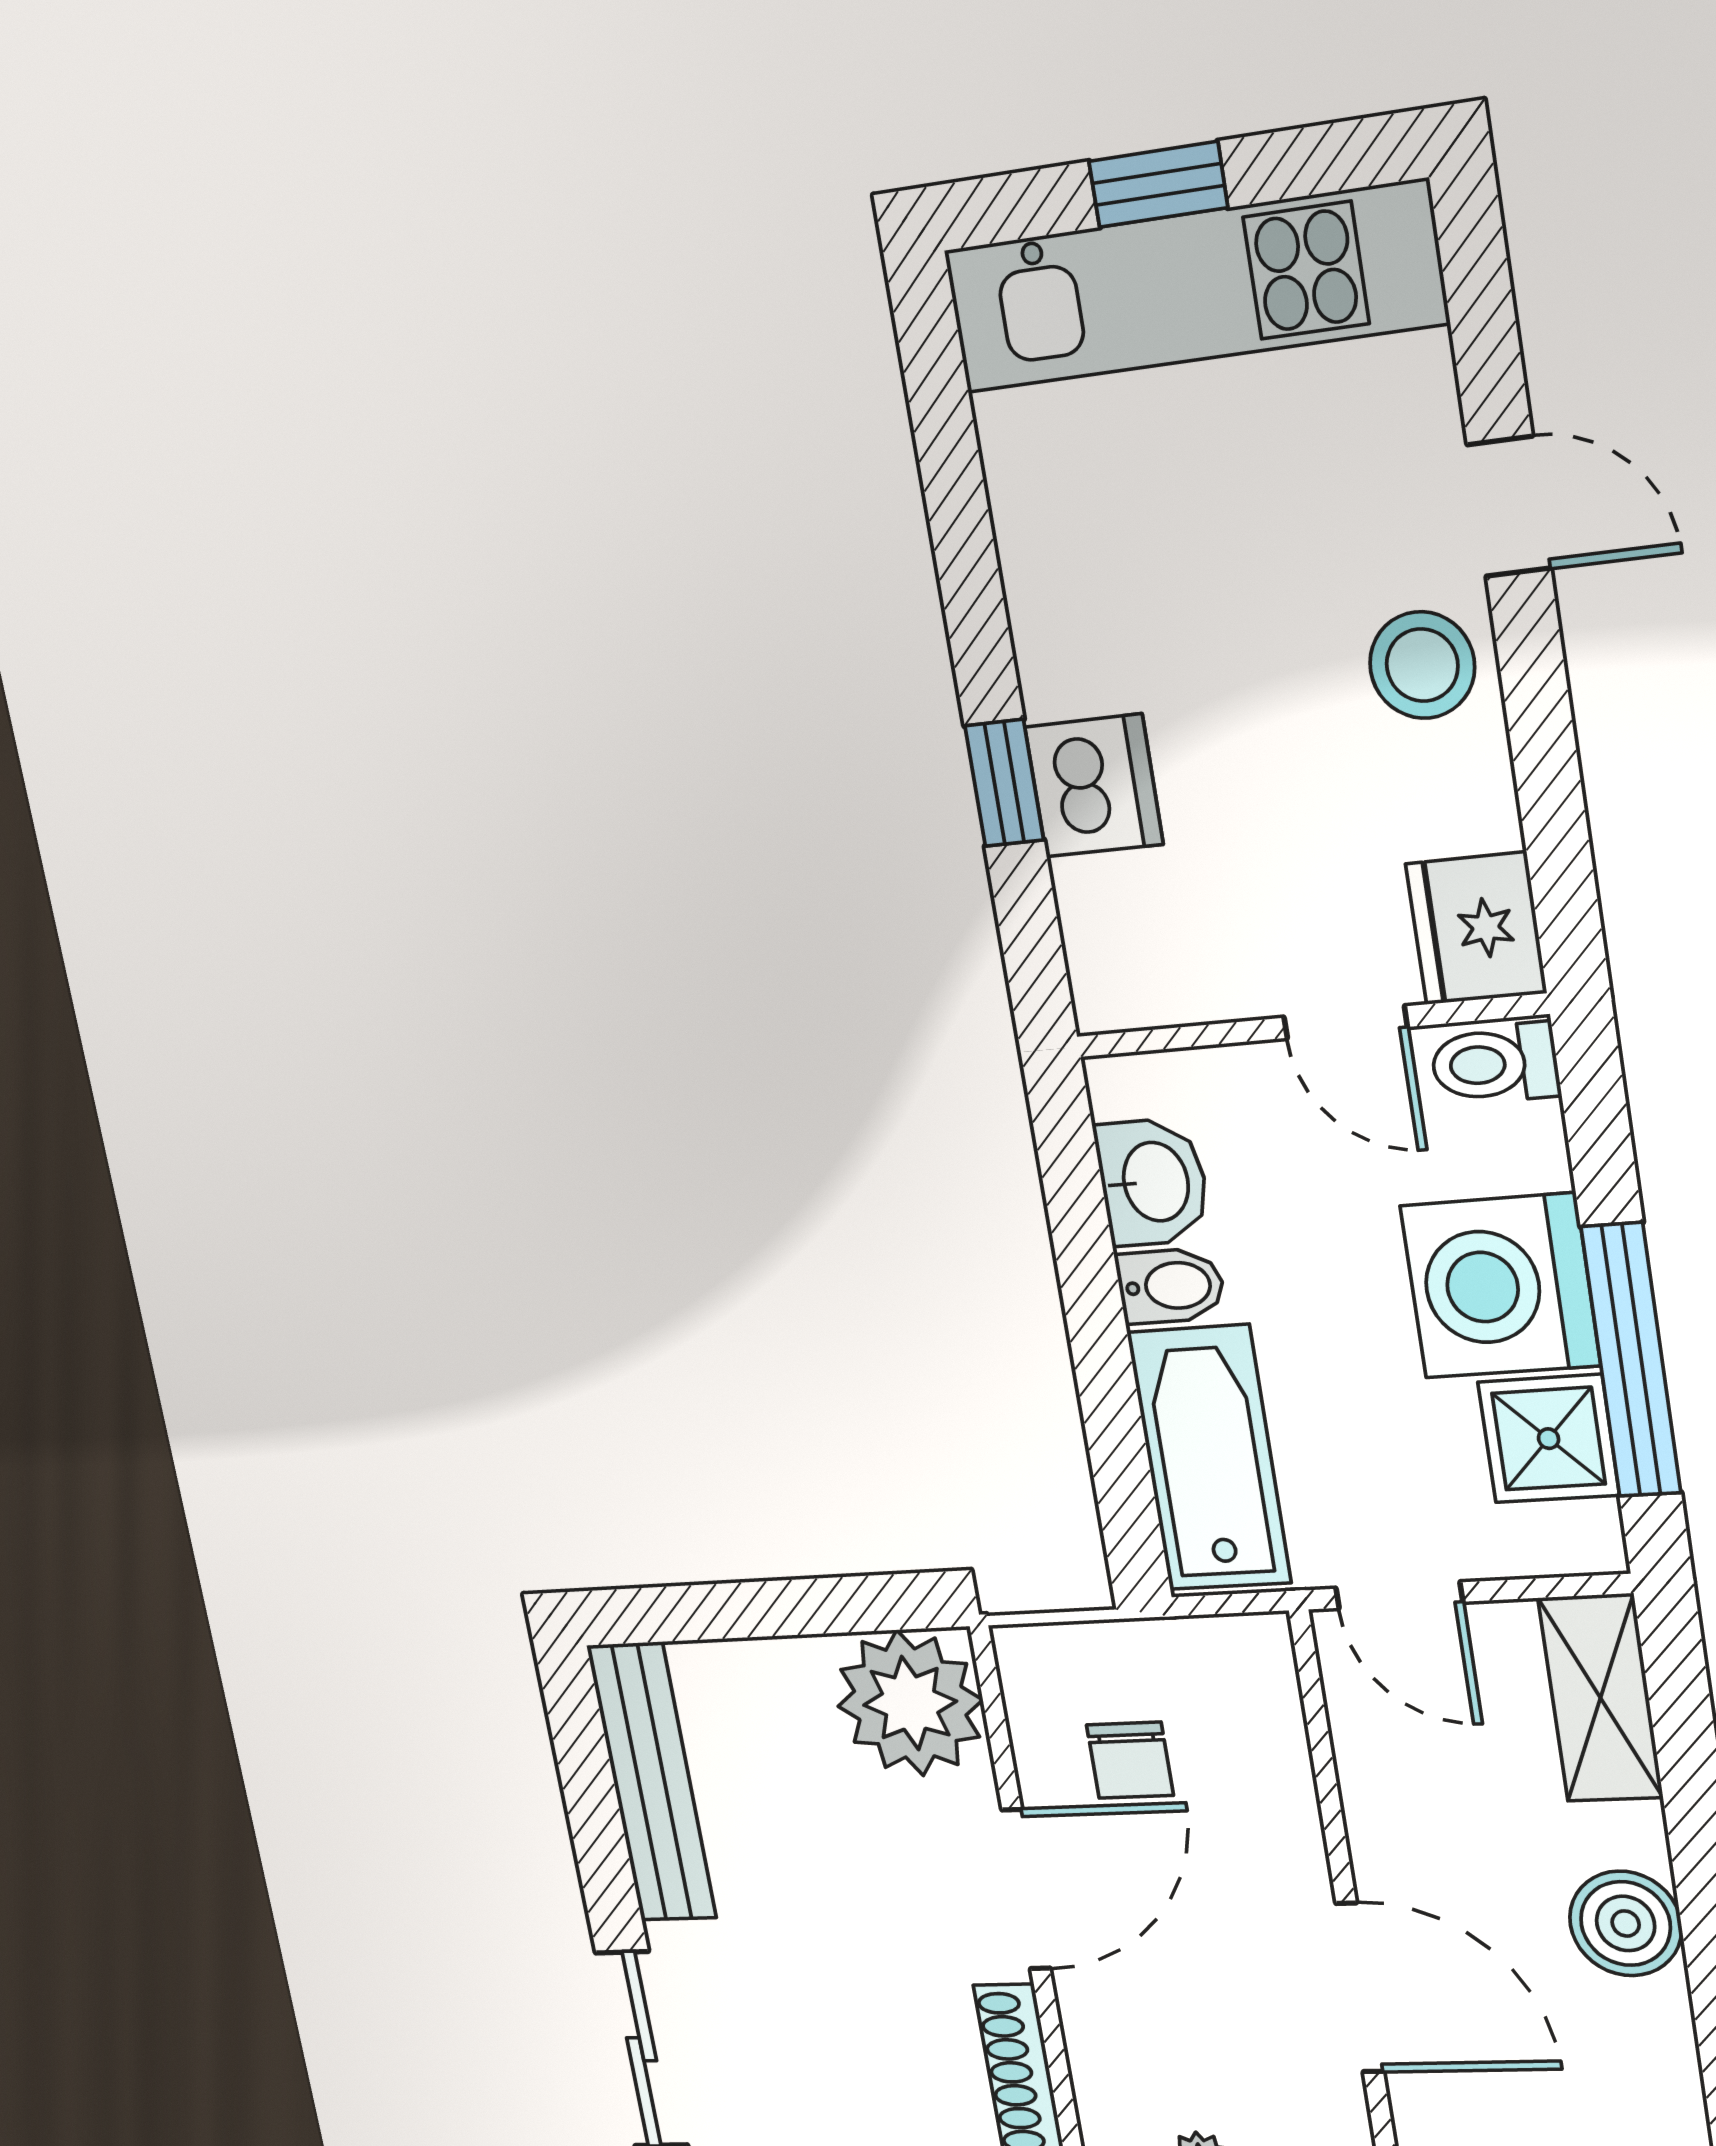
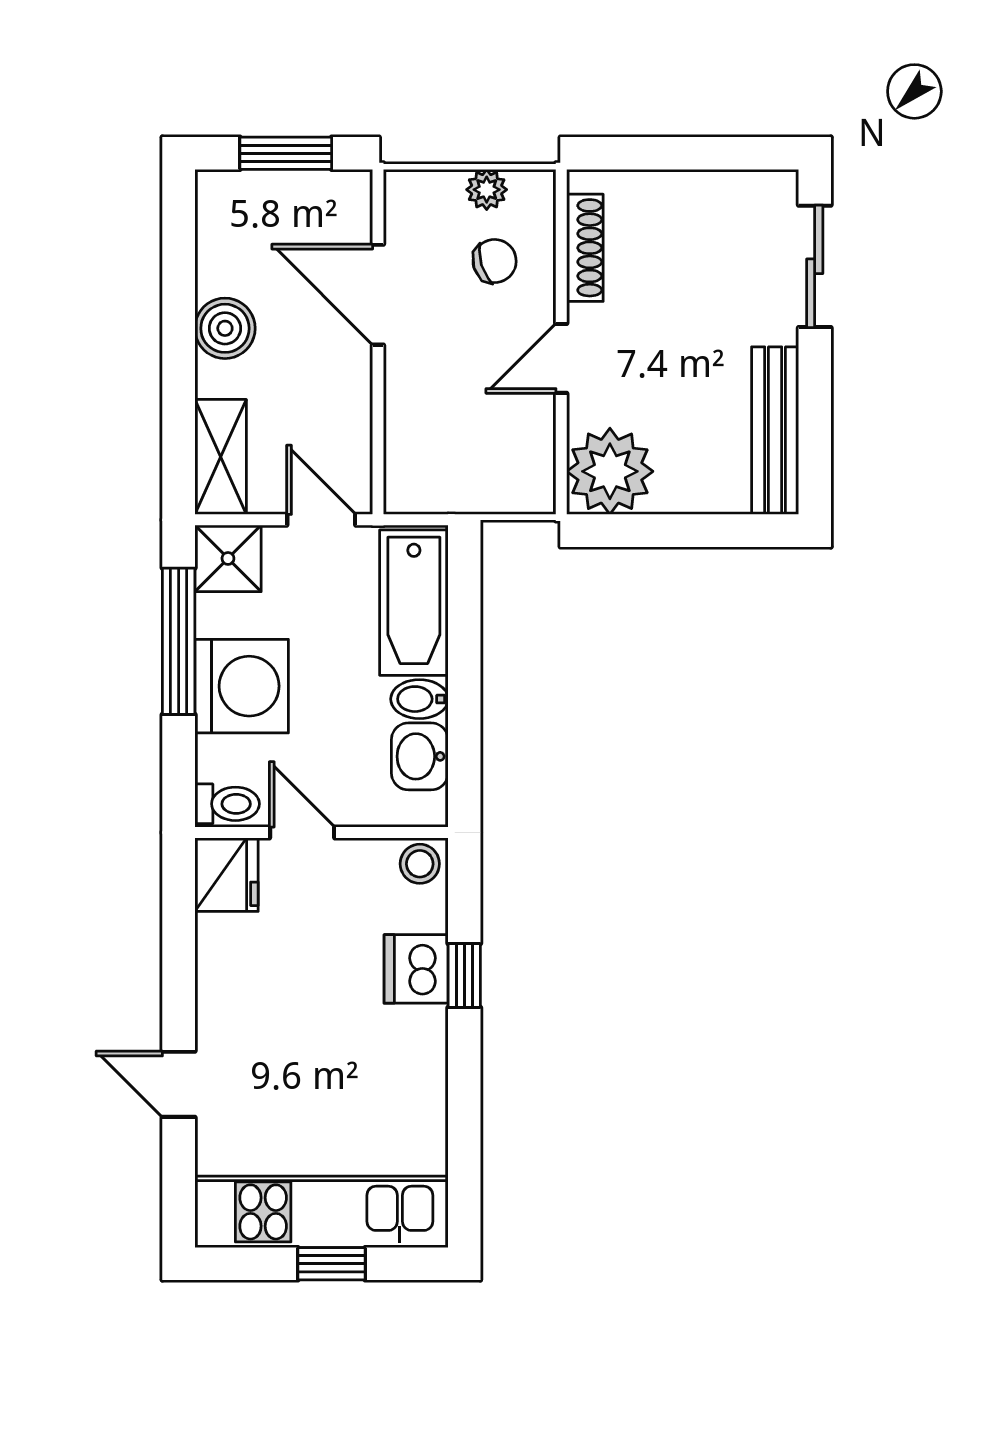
stool: (1422, 665) -> (420, 864), moved, width x0.73, depth x0.73
shower: (1549, 1439) -> (228, 558), moved
chair: (1130, 1760) -> (495, 261), moved, turned 73
door: (1026, 1889) -> (561, 358), width x0.73

